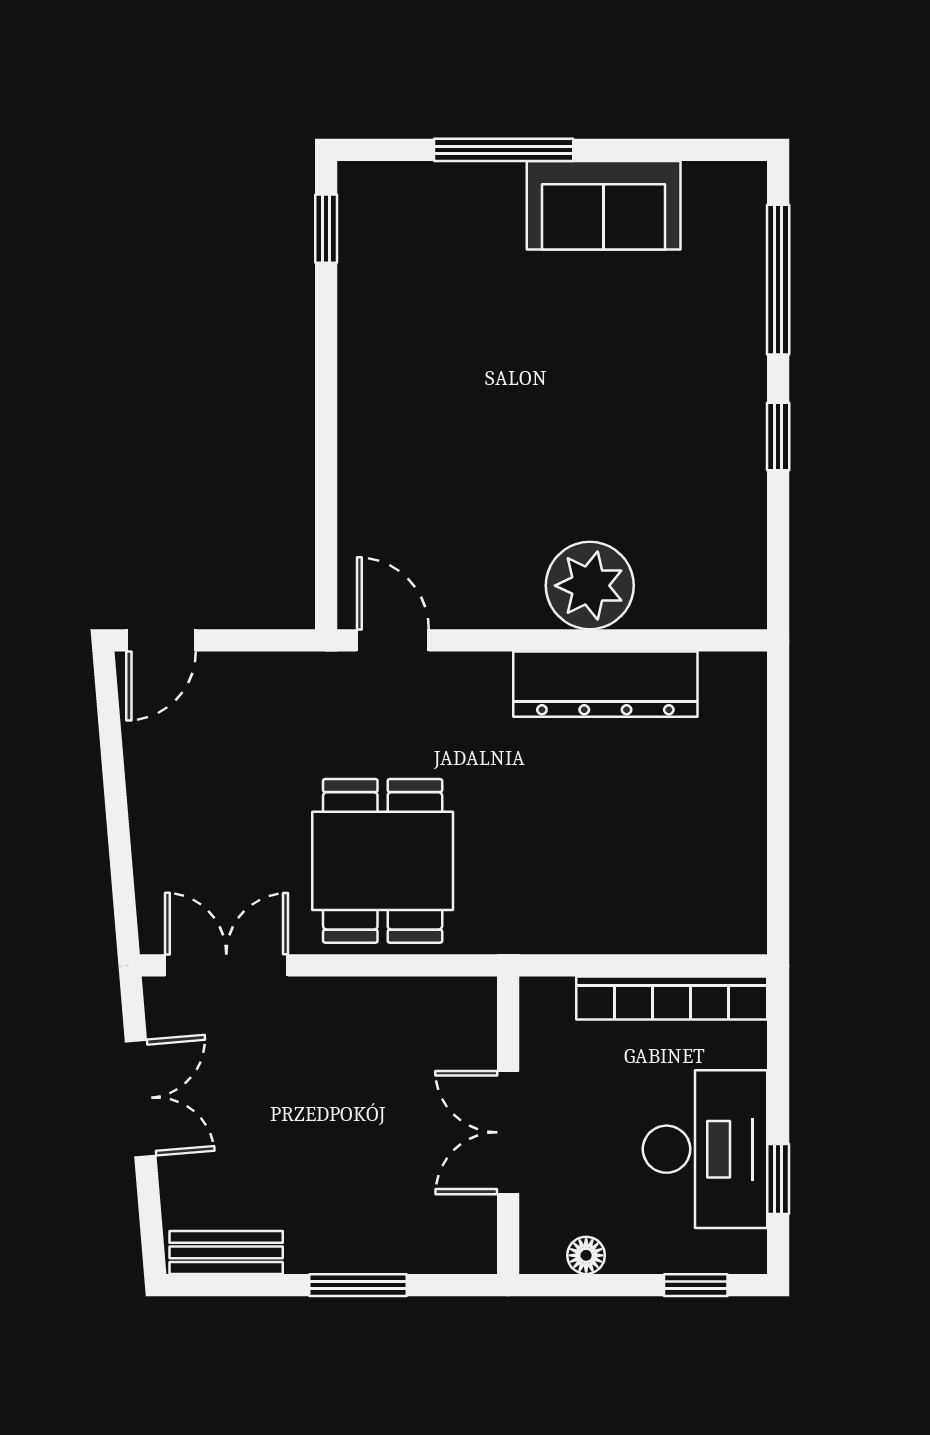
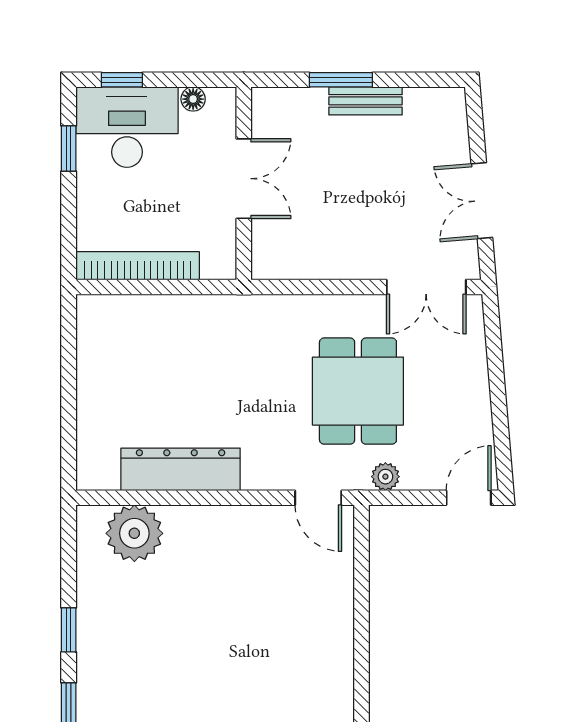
plant: (590, 586) -> (134, 533), moved
plant: (289, 673) -> (385, 477), added
dining table: (383, 861) -> (358, 391), moved
desk: (705, 1149) -> (127, 127), moved, turned 90
bench: (226, 1252) -> (366, 101), moved

